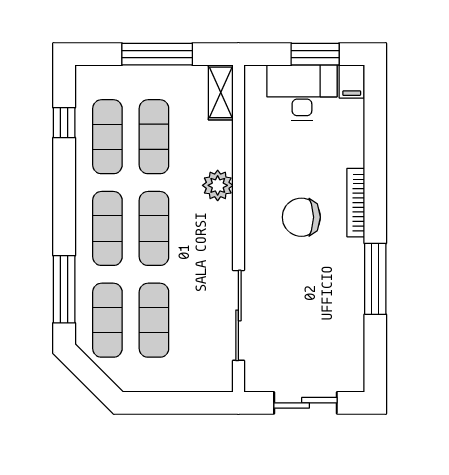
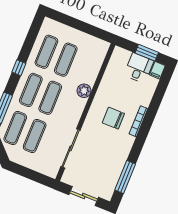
window: (157, 54) -> (81, 26), removed
shelving: (221, 92) -> (101, 53), removed
desk: (302, 92) -> (139, 68), width x0.73
window: (64, 123) -> (19, 68), moved
window: (375, 279) -> (125, 177), moved

